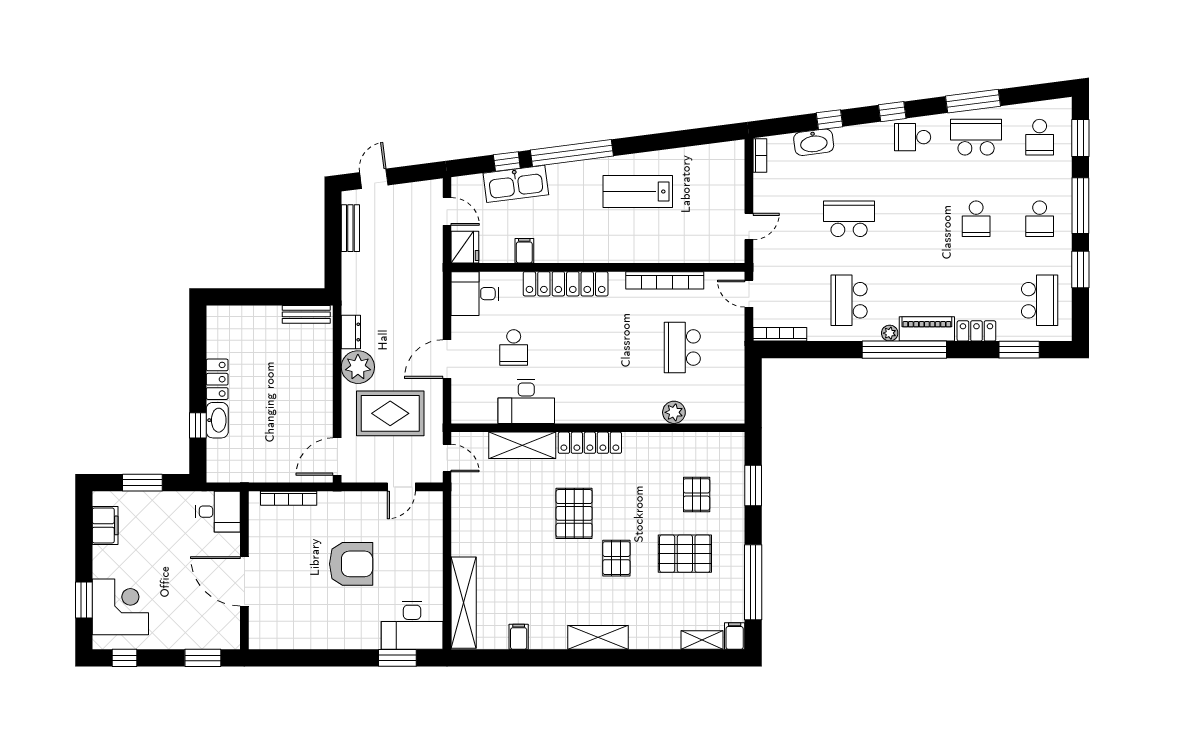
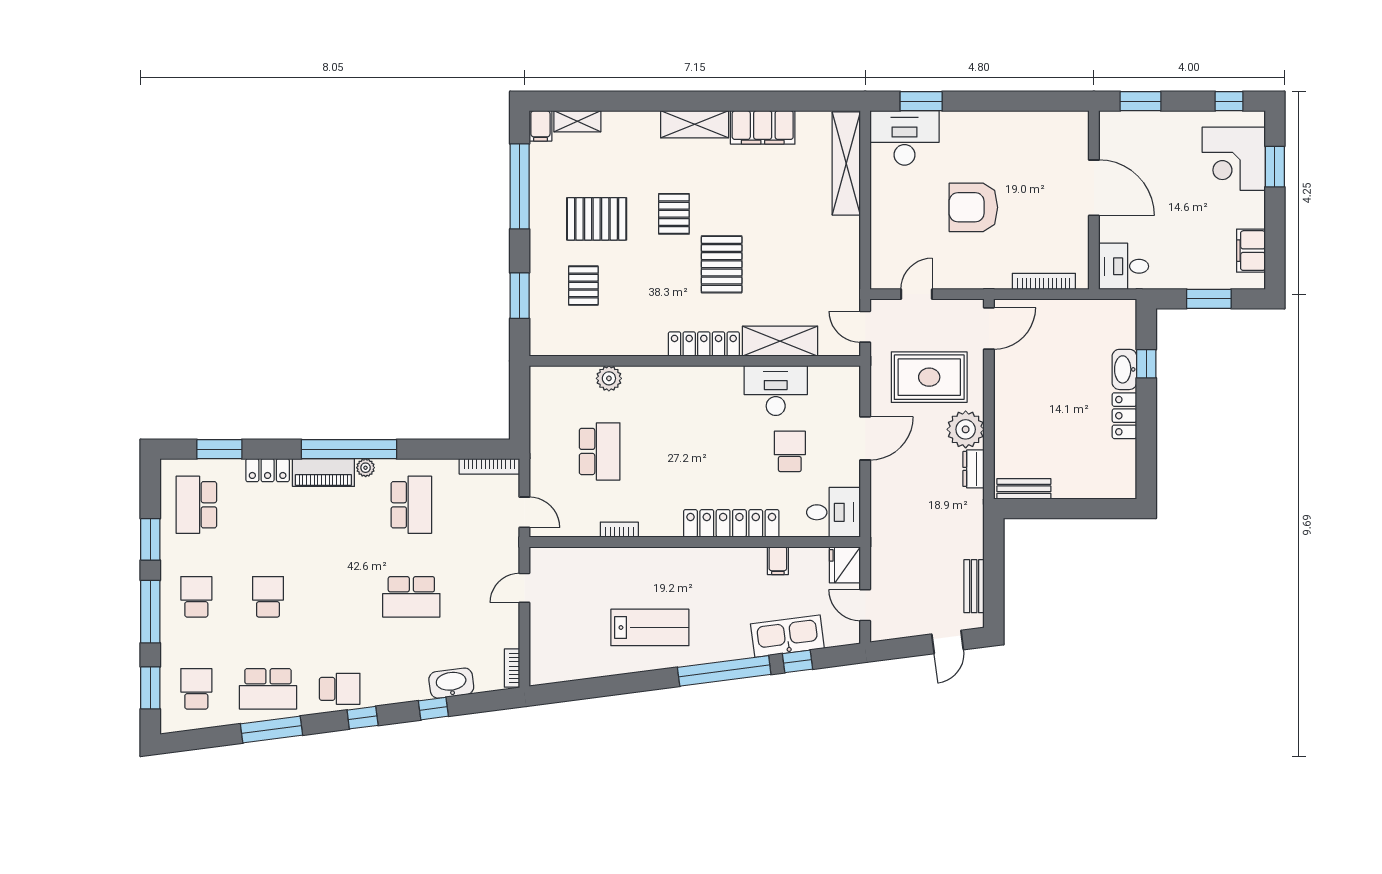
bookcase: (665, 280) -> (619, 530), width x0.43, depth x0.76
filing cabinet: (519, 637) -> (763, 127), width x3.00, depth x1.17

